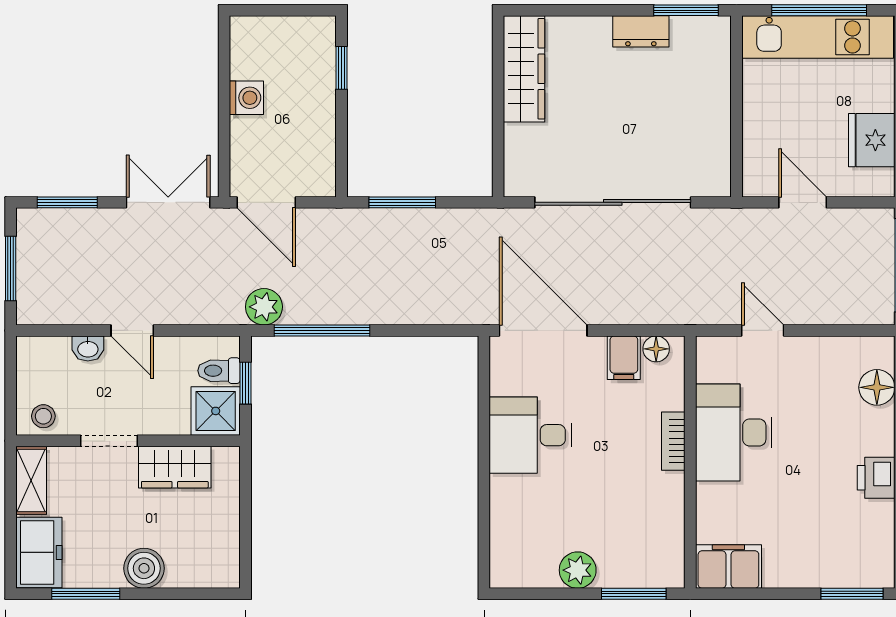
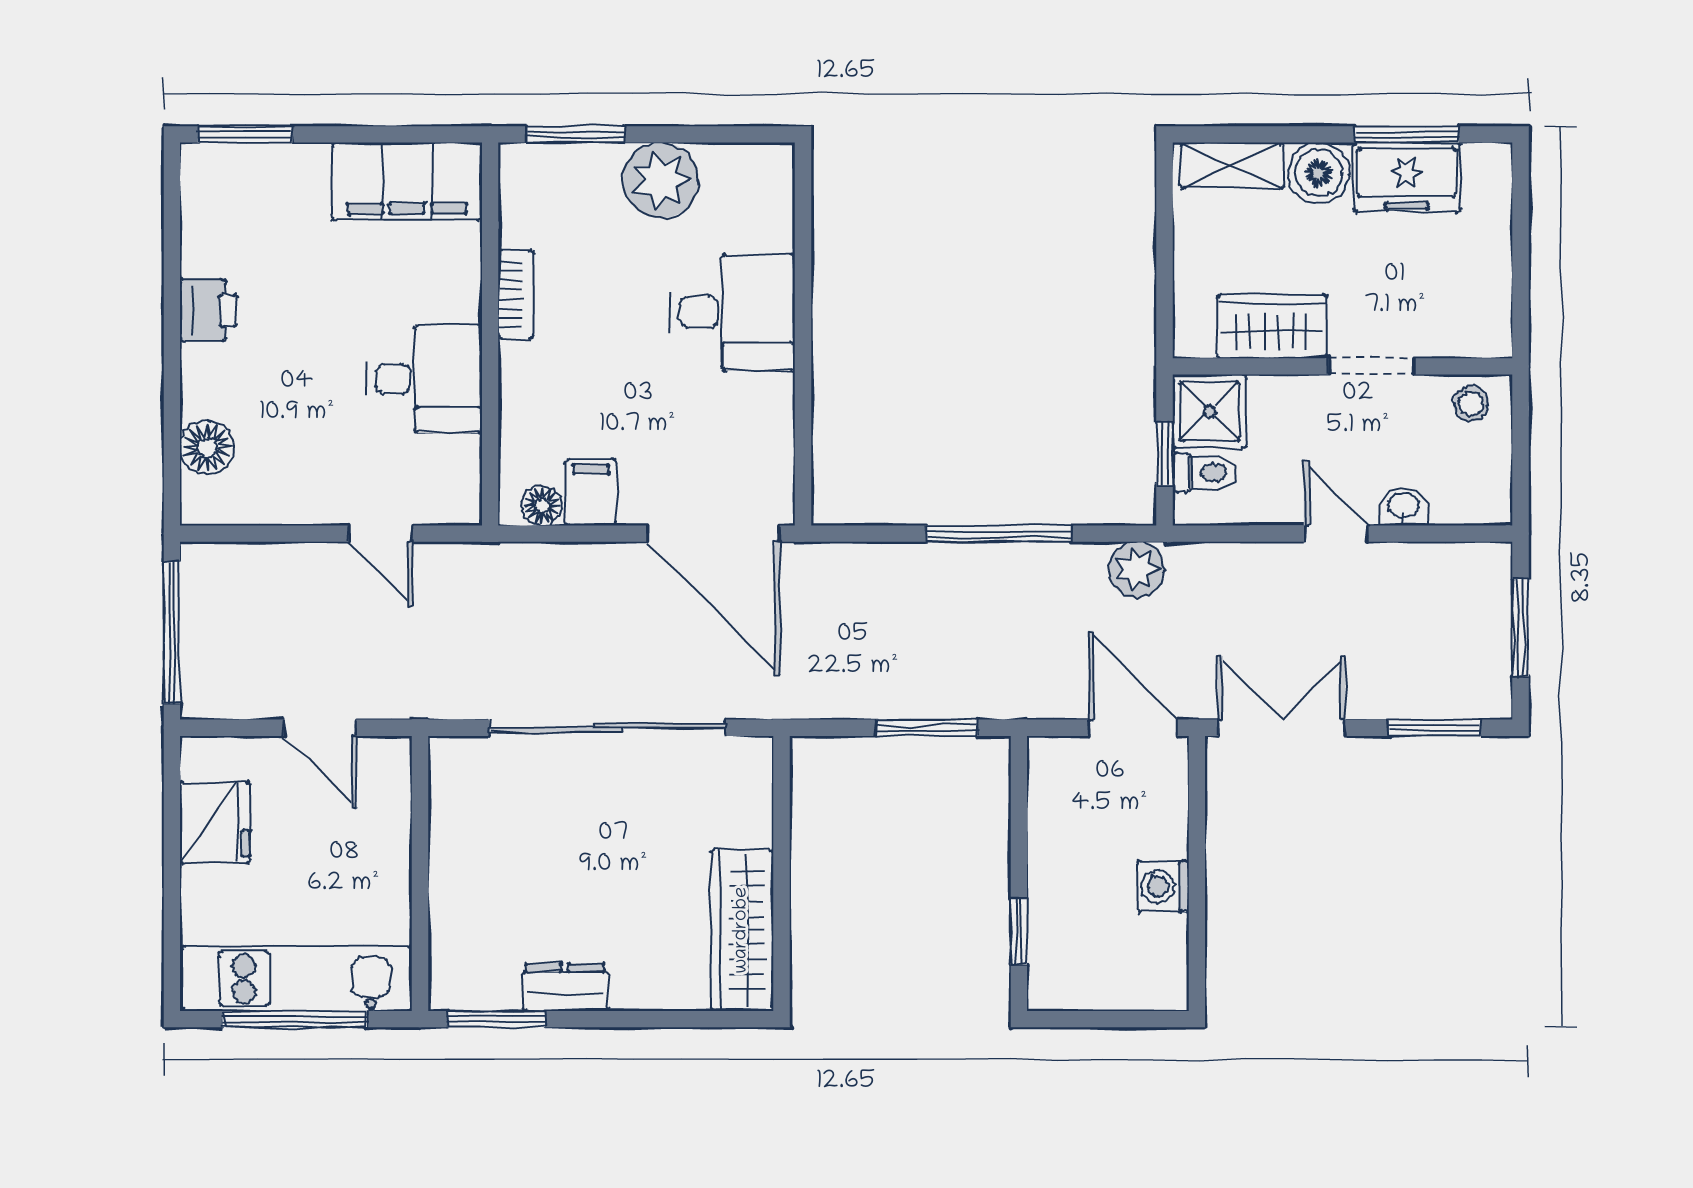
double door: (168, 202) -> (1282, 728), swing flipped
window: (322, 330) -> (999, 534), moved
desk: (734, 432) -> (424, 379), width x0.73
desk: (530, 435) -> (732, 312), moved
bookcase: (673, 441) -> (516, 294), moved
shelving: (31, 480) -> (1232, 166), moved, turned 90
freezer: (39, 552) -> (1407, 177), moved, turned -90
filing cabinet: (728, 566) -> (407, 181), width x1.50, depth x1.17
plant: (578, 570) -> (661, 180), width x1.36, depth x1.36

